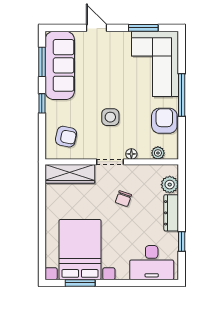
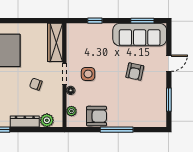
corner sofa: (155, 64) -> (141, 109), removed
window: (42, 103) -> (95, 21), moved
side table: (110, 117) -> (88, 74), moved
armchair: (66, 137) -> (135, 72), moved

